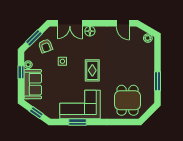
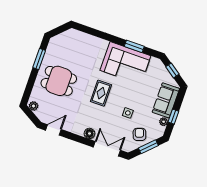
door: (123, 23) -> (53, 130), hinge flipped
dining table: (128, 100) -> (59, 81), moved, turned 90

